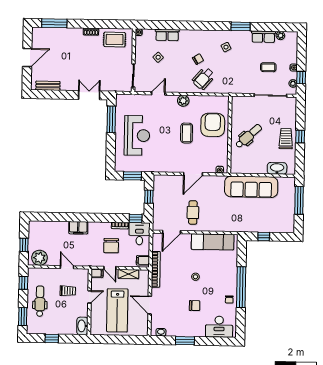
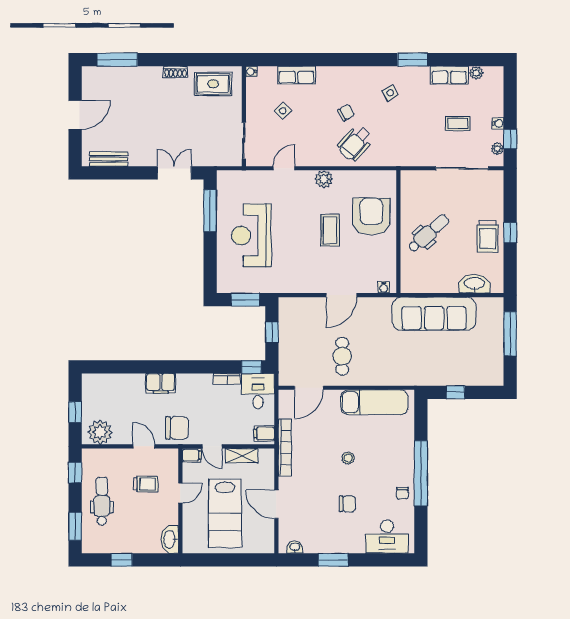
reception desk: (137, 135) -> (251, 236), turned 180
trolley: (286, 139) -> (488, 236), turned 180
chair: (111, 246) -> (177, 428), moved, turned -90

